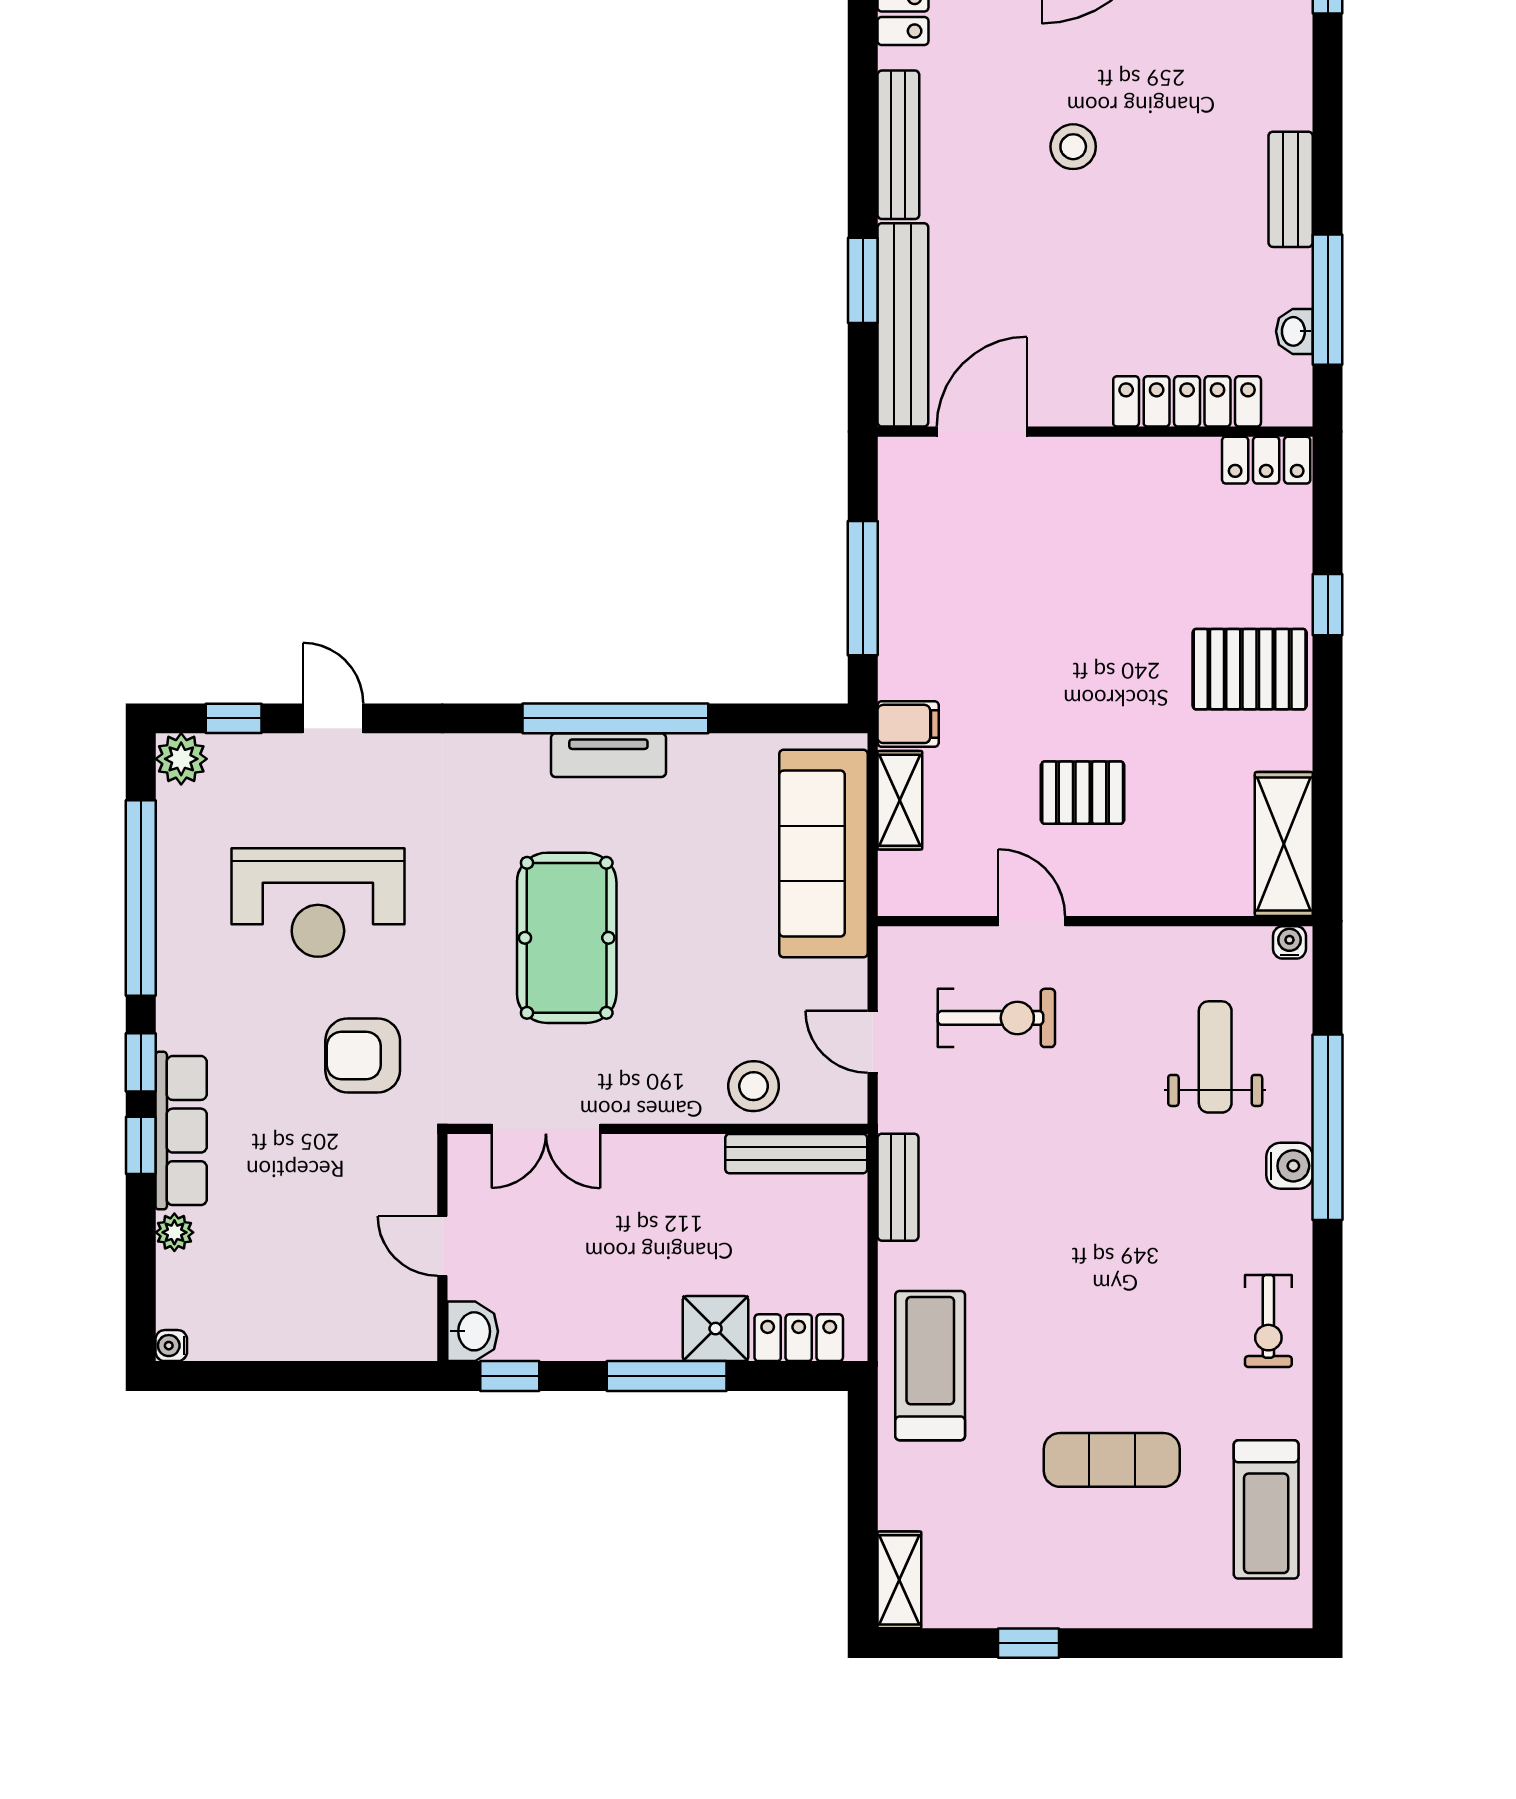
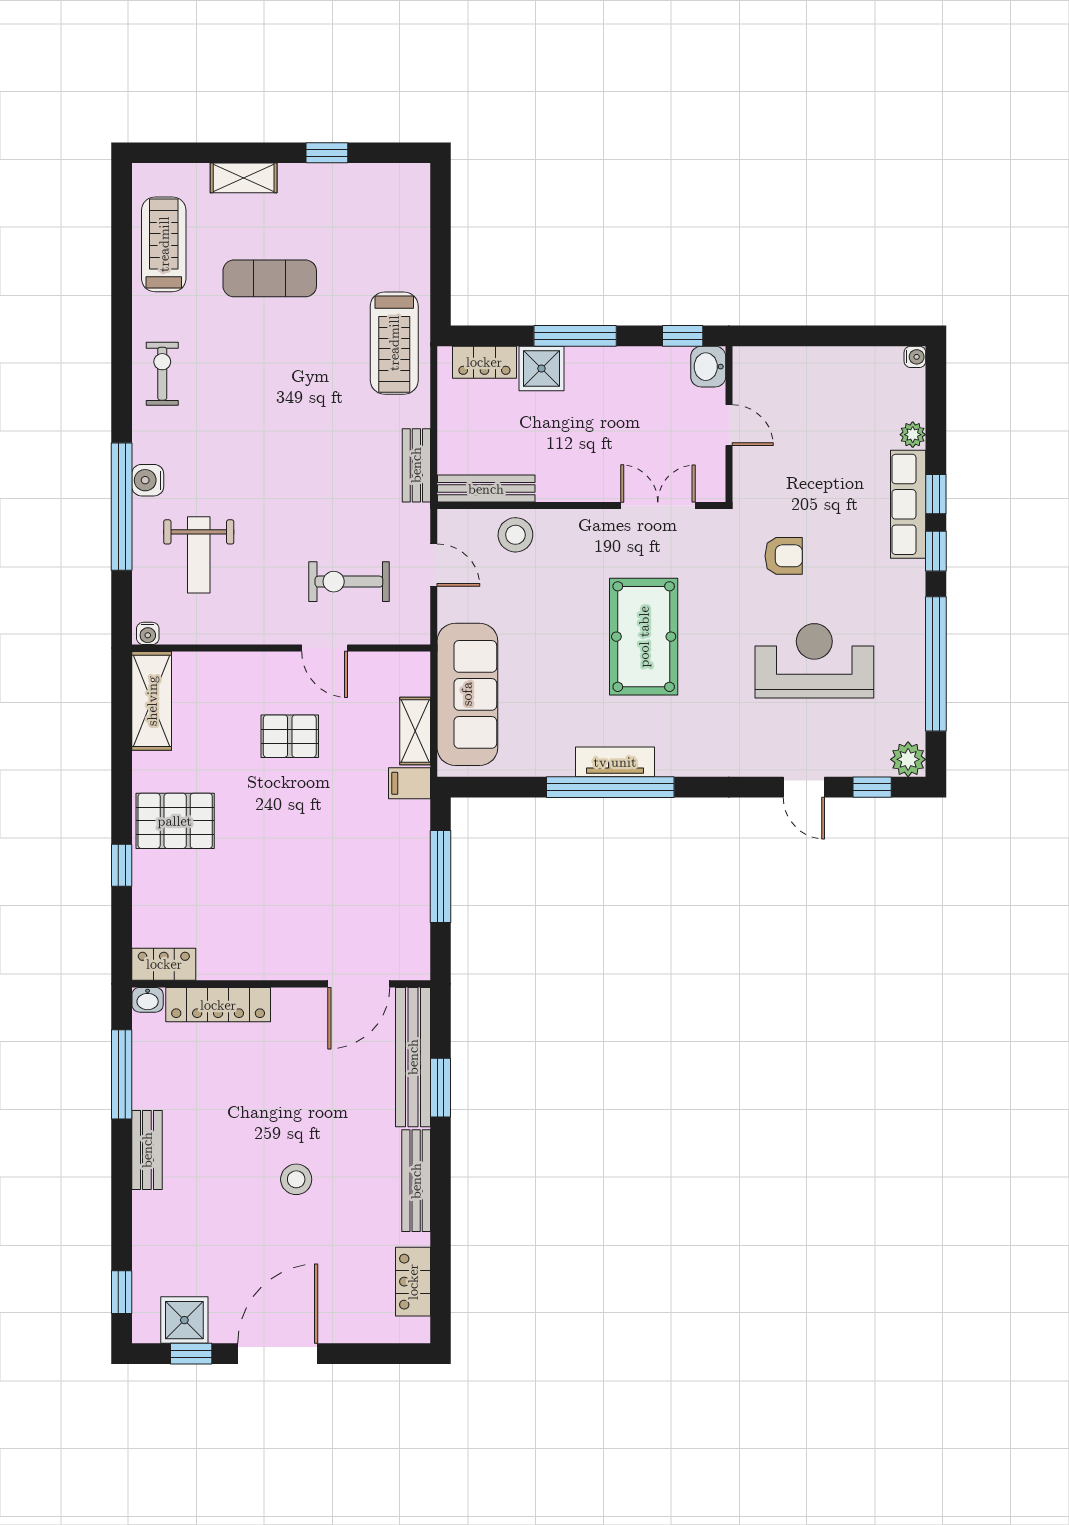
washbasin: (1294, 331) -> (148, 1000), moved, turned 90
armchair: (363, 1055) -> (784, 556), width x0.72, depth x0.72
shelving: (899, 1580) -> (244, 178), moved, turned 90

